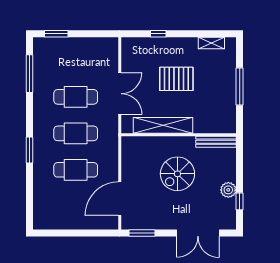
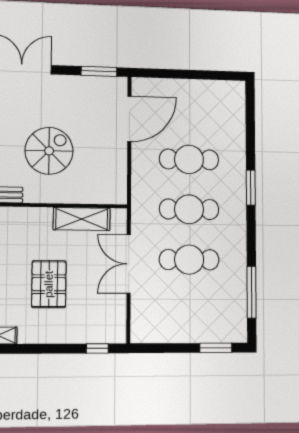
window: (158, 34) -> (97, 348), moved
pallet: (176, 79) -> (49, 284), turned 90
shelving: (163, 125) -> (82, 219), width x0.68

